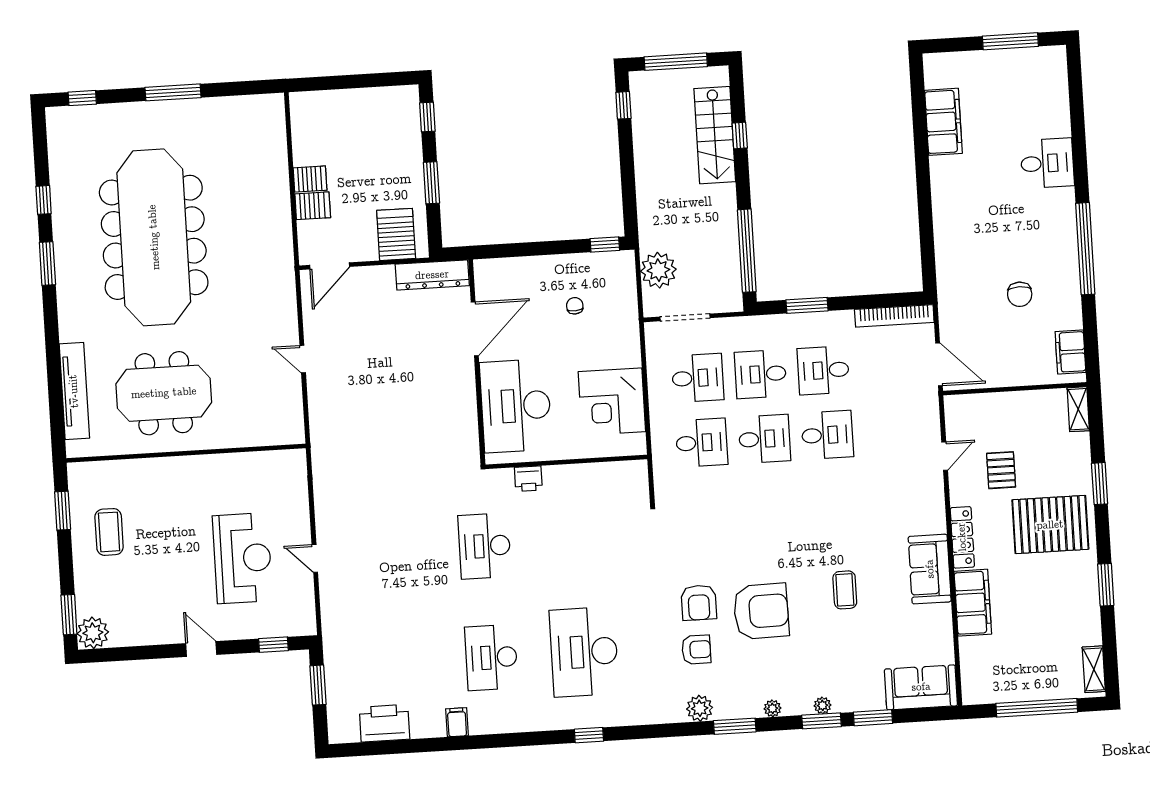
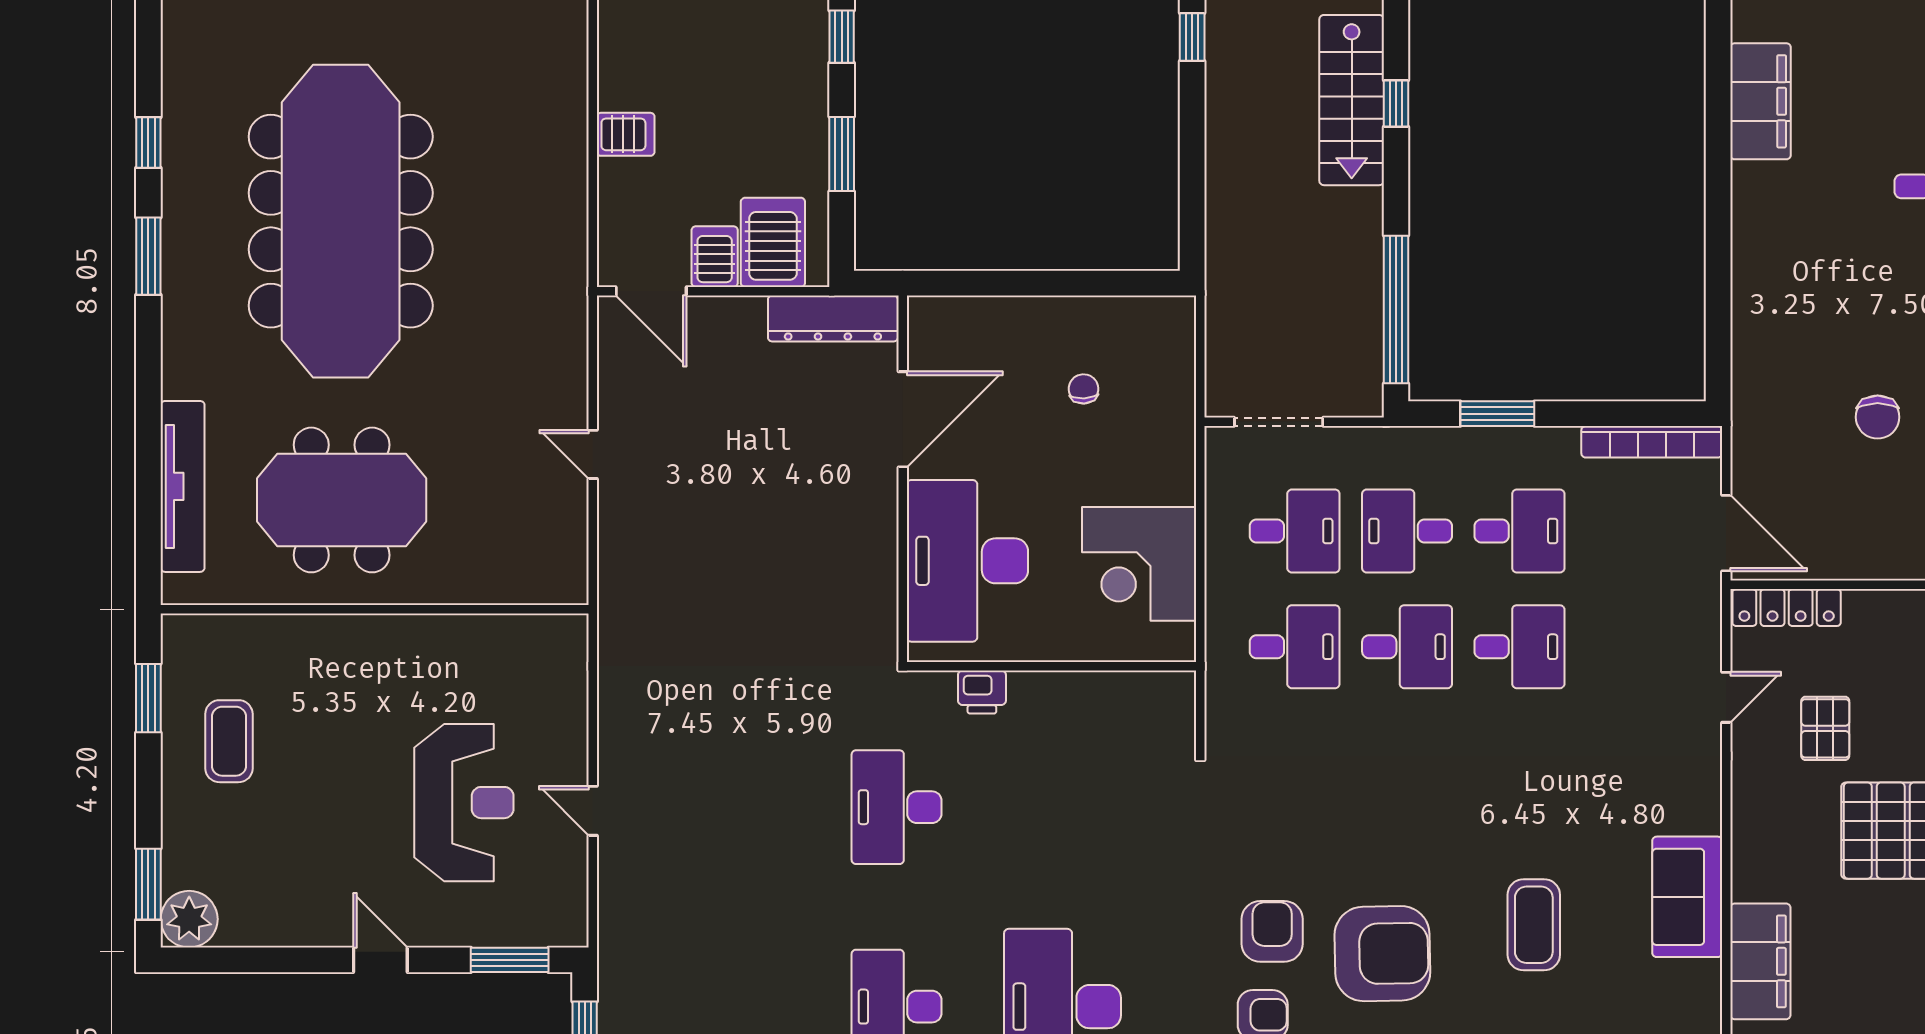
server rack: (313, 206) -> (715, 257), moved, turned -90
window: (605, 245) -> (1144, 283), removed
door: (330, 266) -> (651, 291), hinge flipped
plant: (658, 270) -> (1236, 335), removed
desk: (823, 370) -> (1519, 531), turned 180
locker: (962, 537) -> (1787, 607), moved, turned 90
coffee table: (845, 590) -> (1534, 925), width x1.36, depth x1.30
armchair: (699, 603) -> (1272, 931), turned 180
window: (273, 645) -> (510, 960), width x1.50

